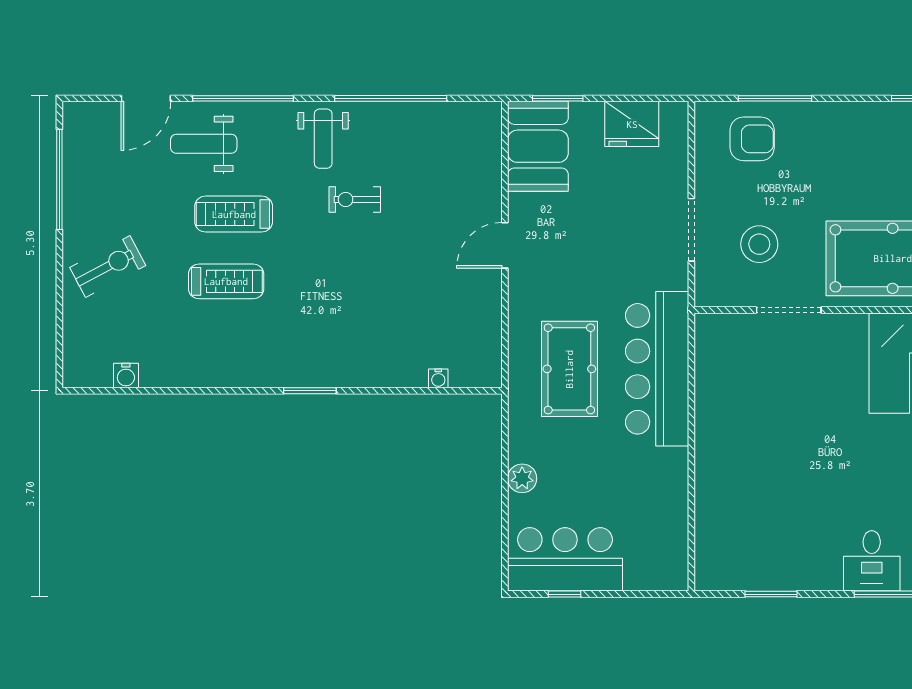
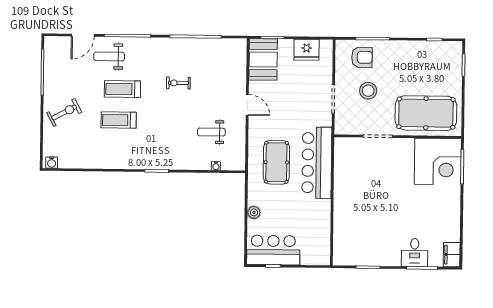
weight bench: (323, 139) -> (211, 132), moved, turned 90
stool: (759, 244) -> (368, 91), moved
door: (505, 245) -> (247, 105), swing flipped
treadmill: (226, 281) -> (119, 120), turned 180
water cooler: (126, 376) -> (52, 163), moved

